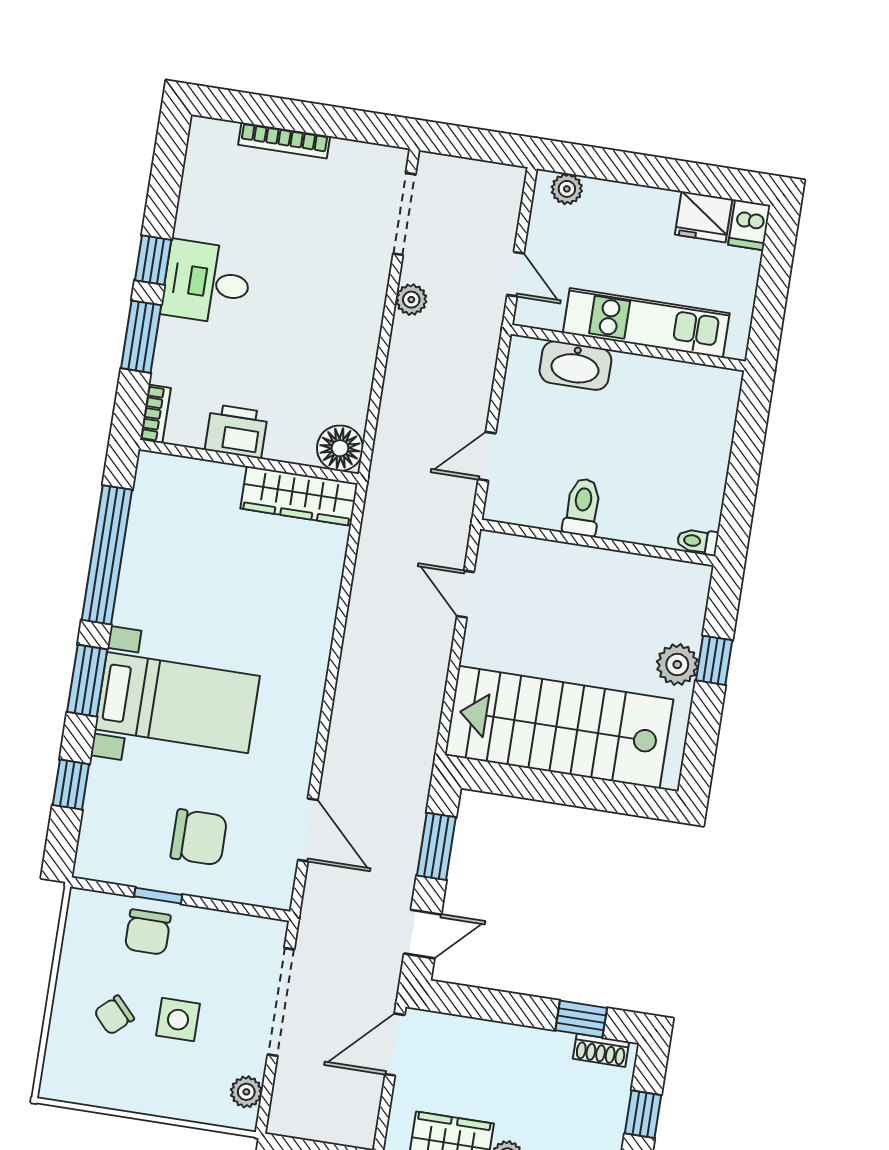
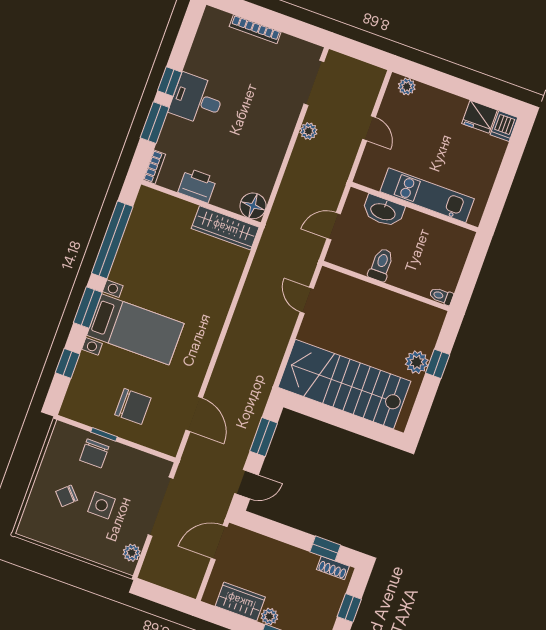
kitchen unit: (646, 323) -> (427, 195), moved
wall: (628, 348) -> (414, 207), moved
washbasin: (575, 365) -> (383, 211), moved

